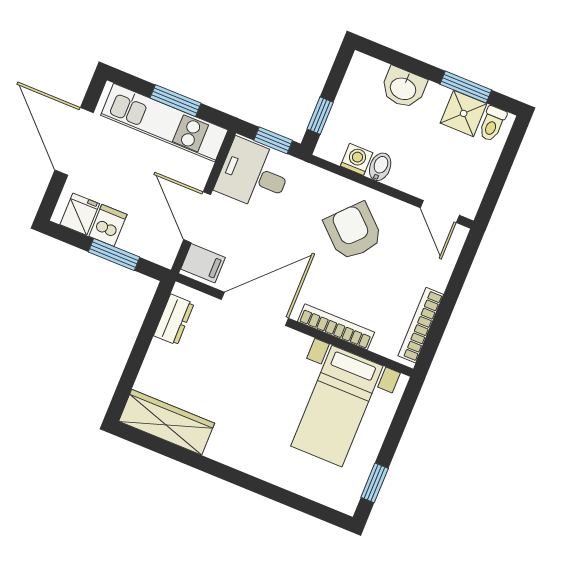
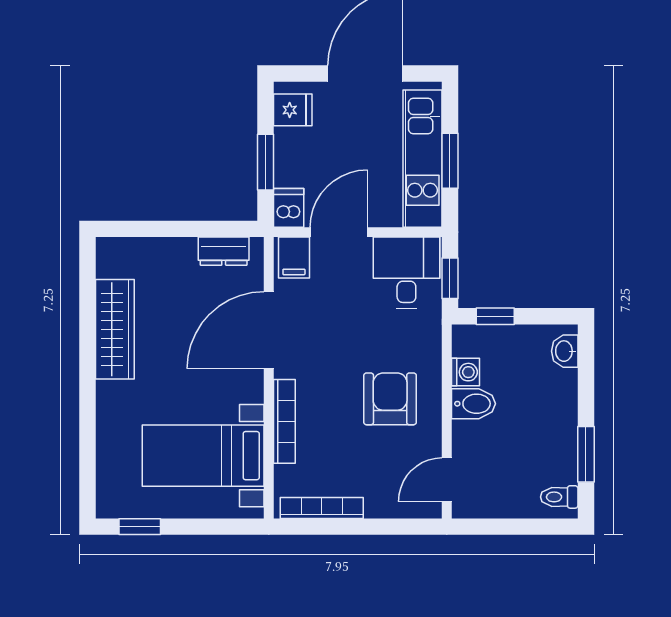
washbasin: (403, 88) -> (565, 351), moved, width x0.72, depth x0.69
shower: (464, 113) -> (558, 463), removed
bidet: (380, 167) -> (474, 404), width x1.38, depth x1.36
dishwasher: (108, 225) -> (289, 208), moved, turned -90
armchair: (353, 231) -> (390, 399), turned -43
door: (255, 309) -> (269, 330), swing flipped
wardrobe: (167, 422) -> (115, 329), moved

